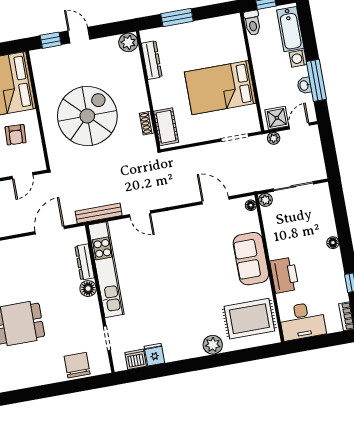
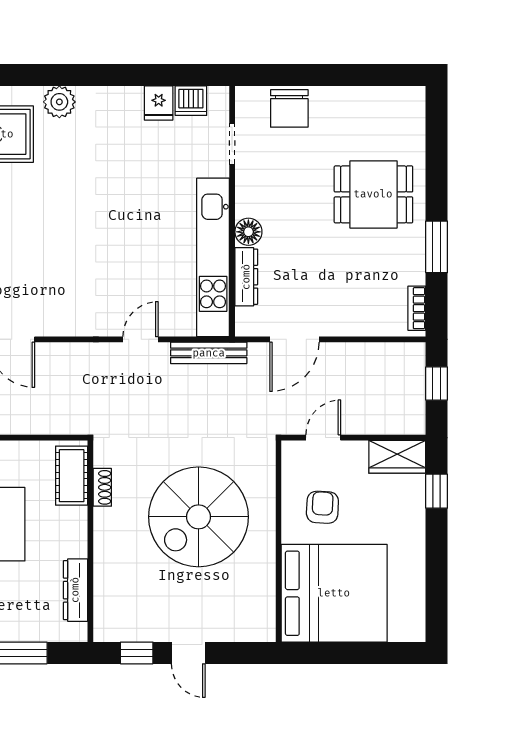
window: (51, 40) -> (137, 653), moved
plant: (128, 42) -> (109, 626), removed
door: (140, 214) -> (140, 339), hinge flipped

